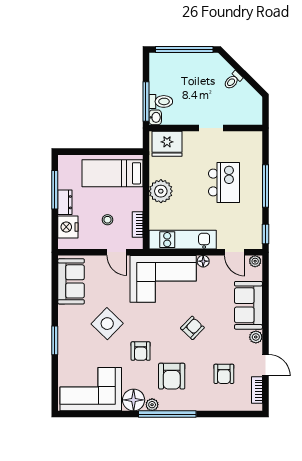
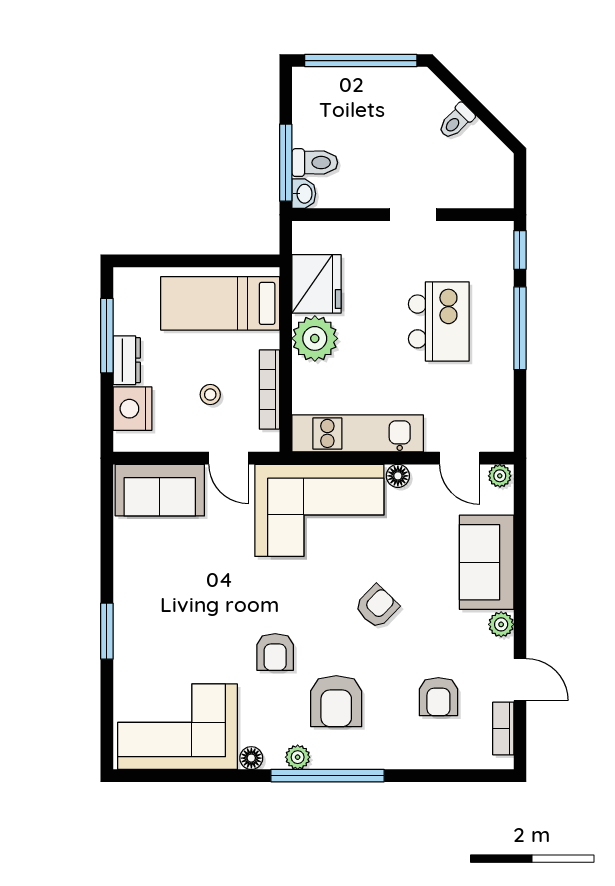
fridge: (167, 144) -> (317, 284), moved, turned -90
bookcase: (138, 224) -> (269, 389), width x1.56
window: (265, 234) -> (520, 250), moved
sofa: (71, 281) -> (160, 490), moved, turned 90
side table: (107, 324) -> (210, 598), removed
floor lamp: (134, 400) -> (251, 758), width x0.53, depth x0.53

